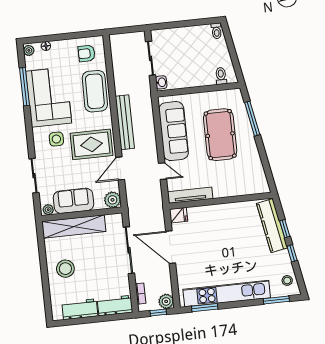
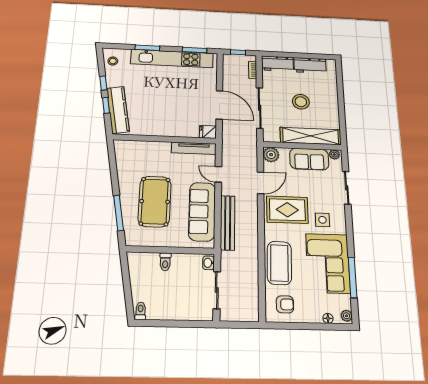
toilet: (221, 76) -> (165, 262), moved
bench: (125, 122) -> (228, 223), moved
stool: (65, 269) -> (301, 102), moved
window: (276, 300) -> (147, 48), moved
plant: (166, 301) -> (230, 60), removed

